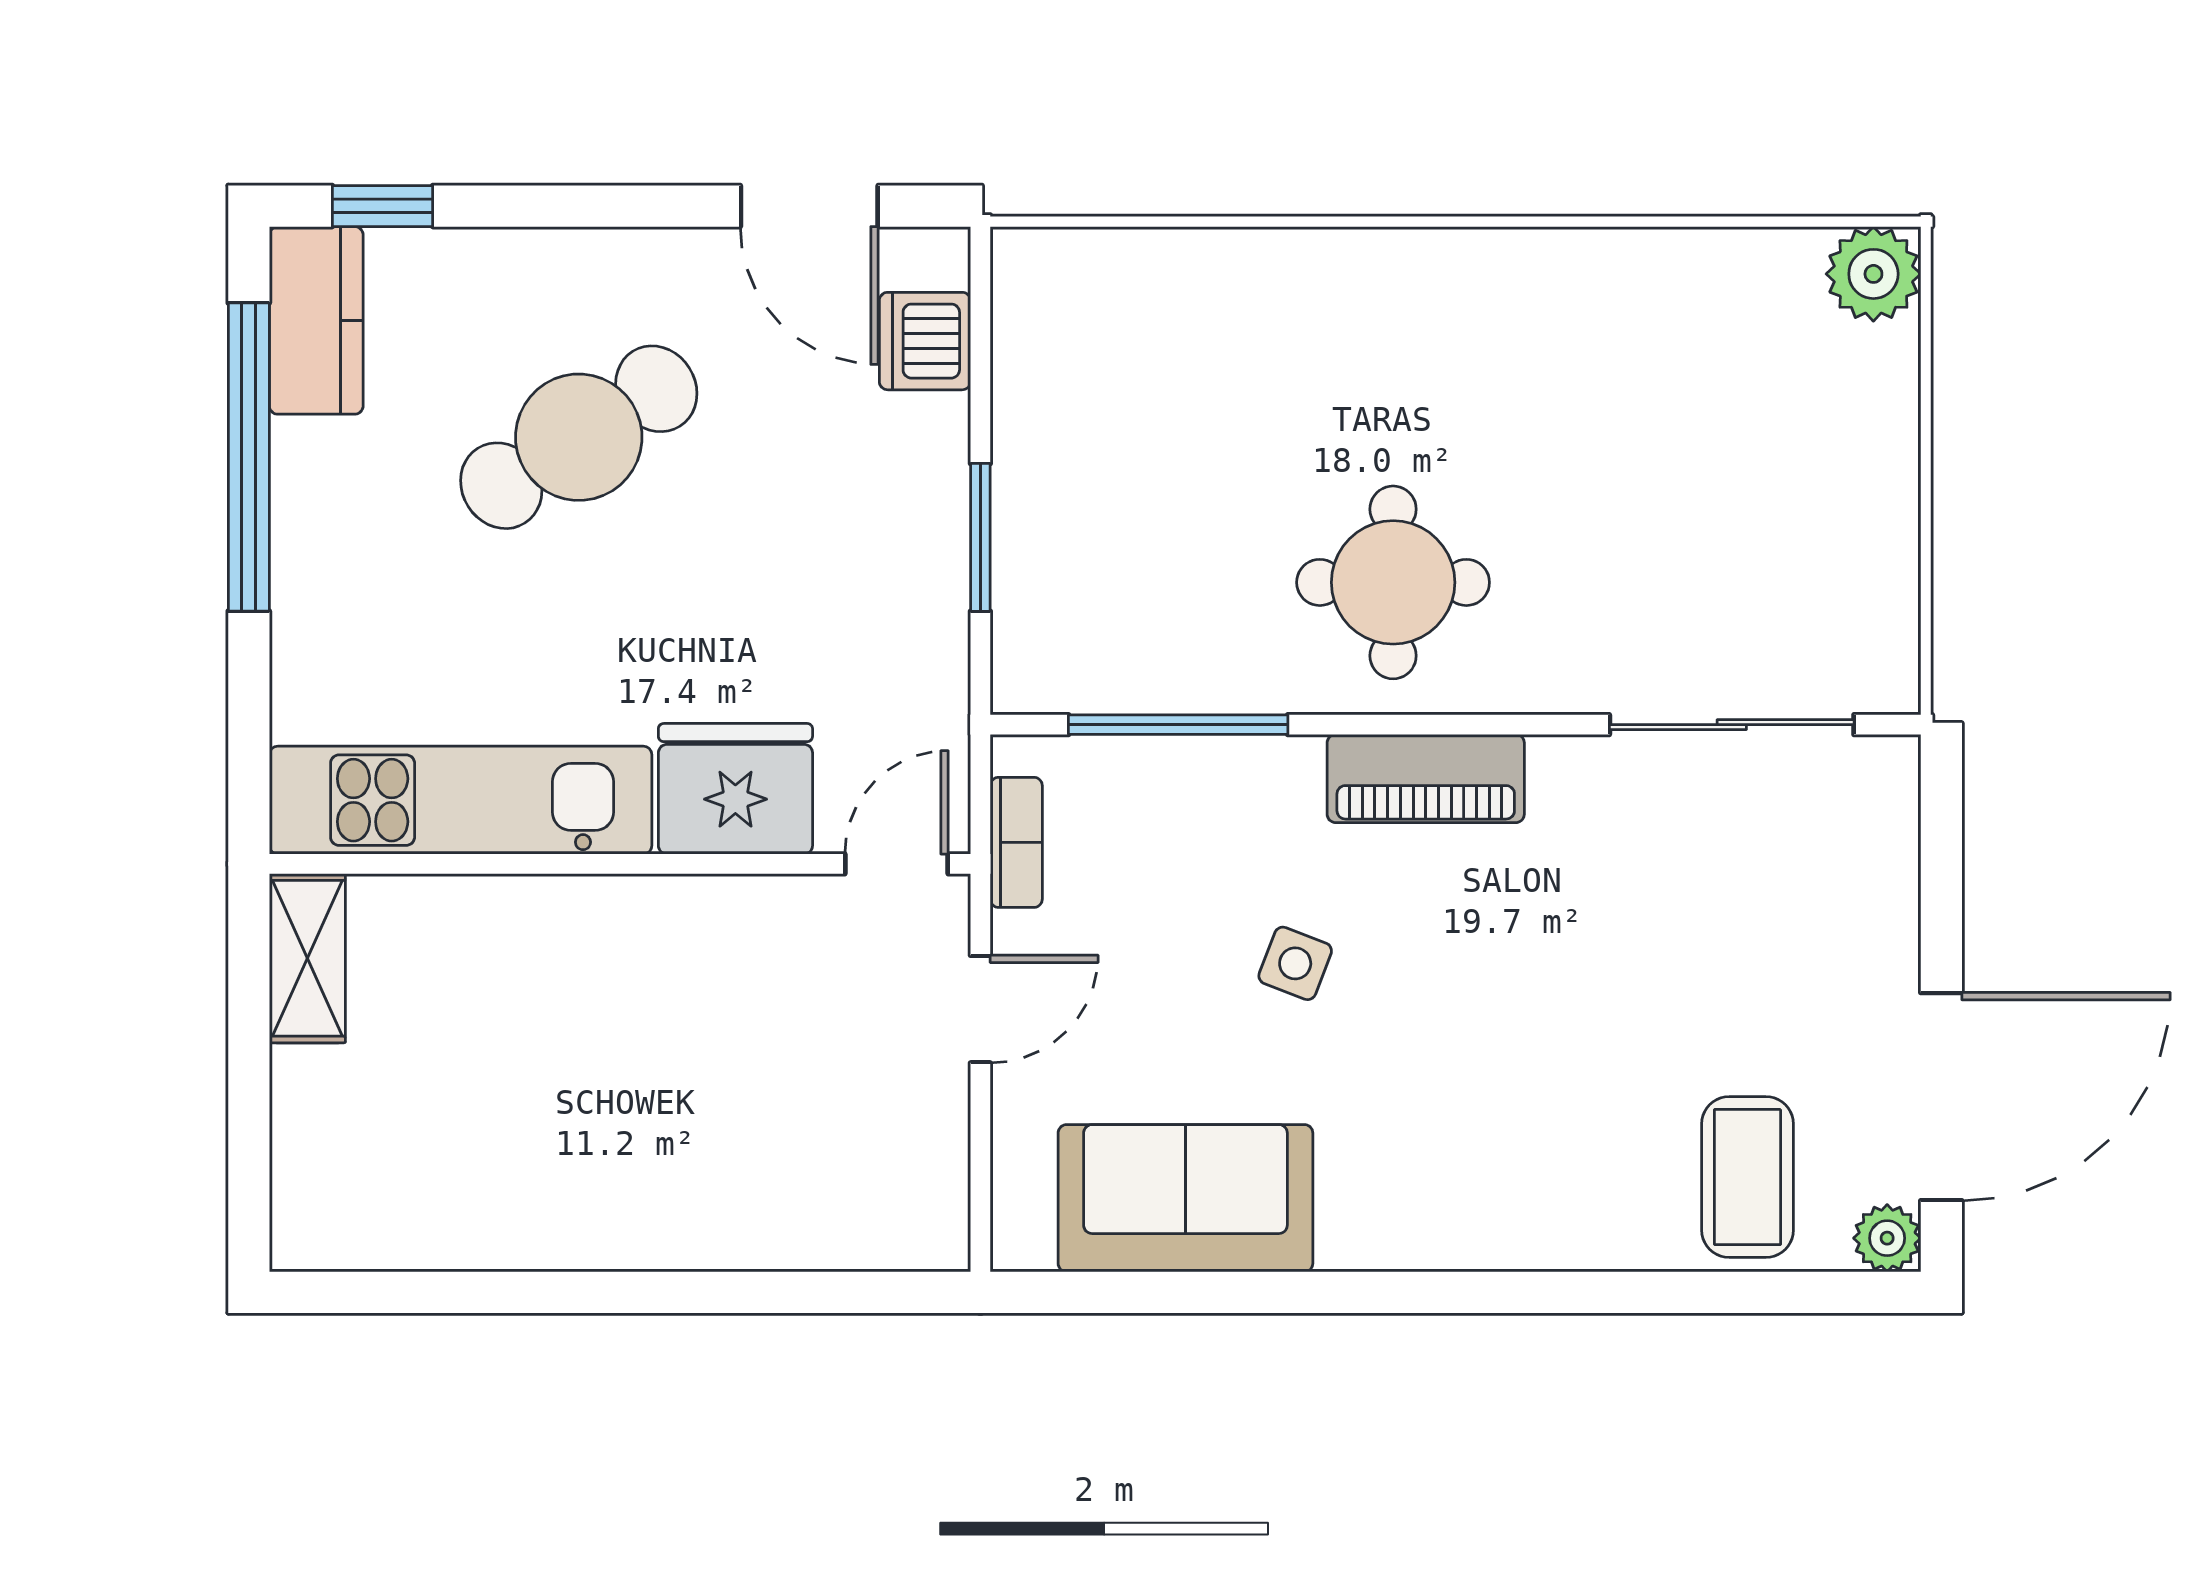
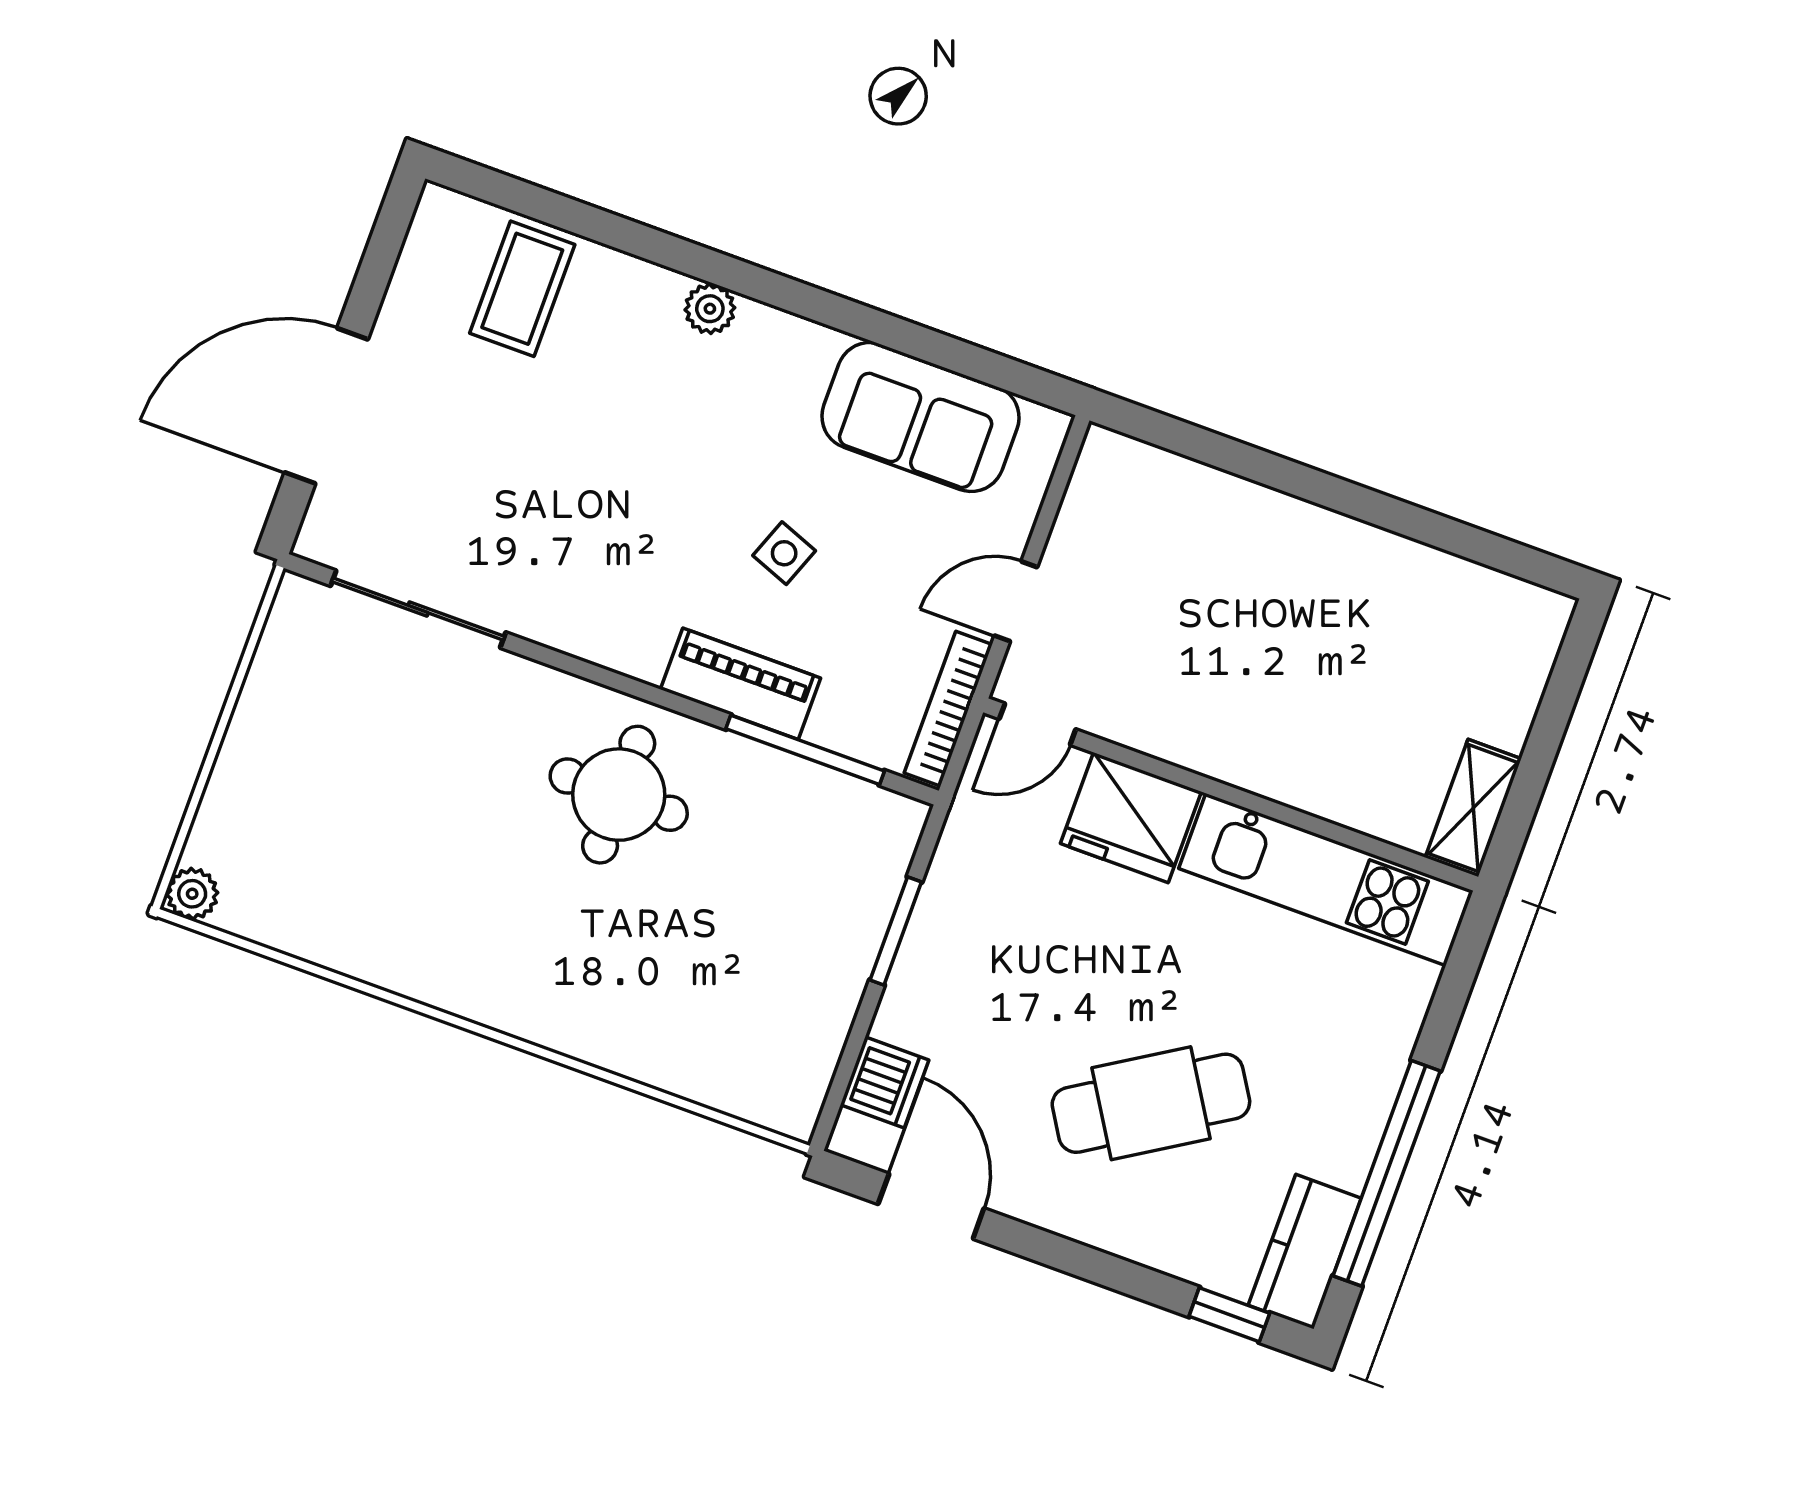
plant: (1873, 274) -> (192, 894), width x0.73, depth x0.73
piano: (1426, 779) -> (740, 684), moved
bookcase: (1016, 842) -> (948, 709), width x1.56
door: (1941, 1097) -> (326, 406), moved
plant: (1887, 1238) -> (710, 309), moved

